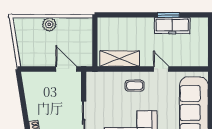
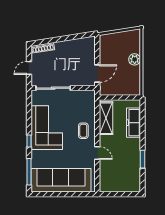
freezer: (172, 26) -> (134, 123), moved
door: (161, 69) -> (97, 153), hinge flipped

